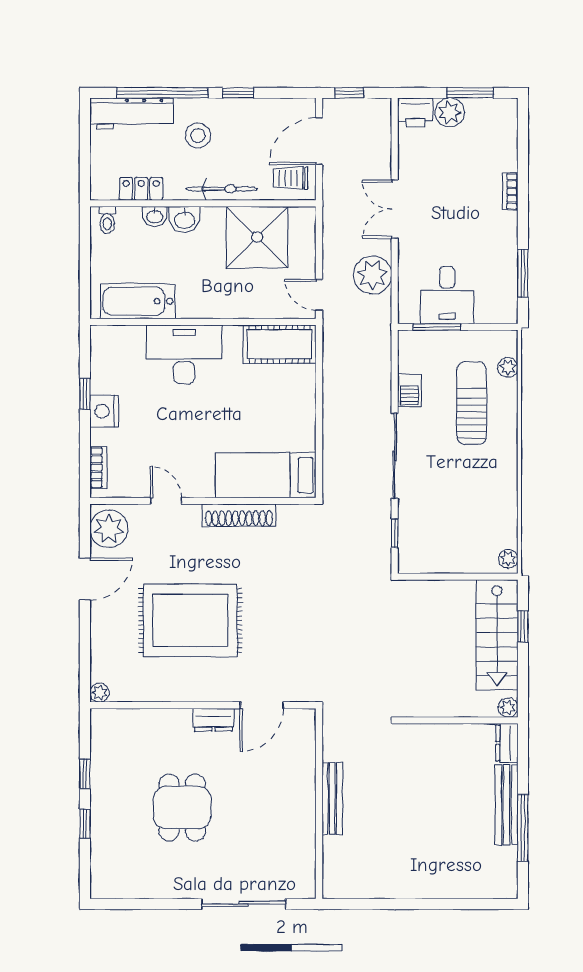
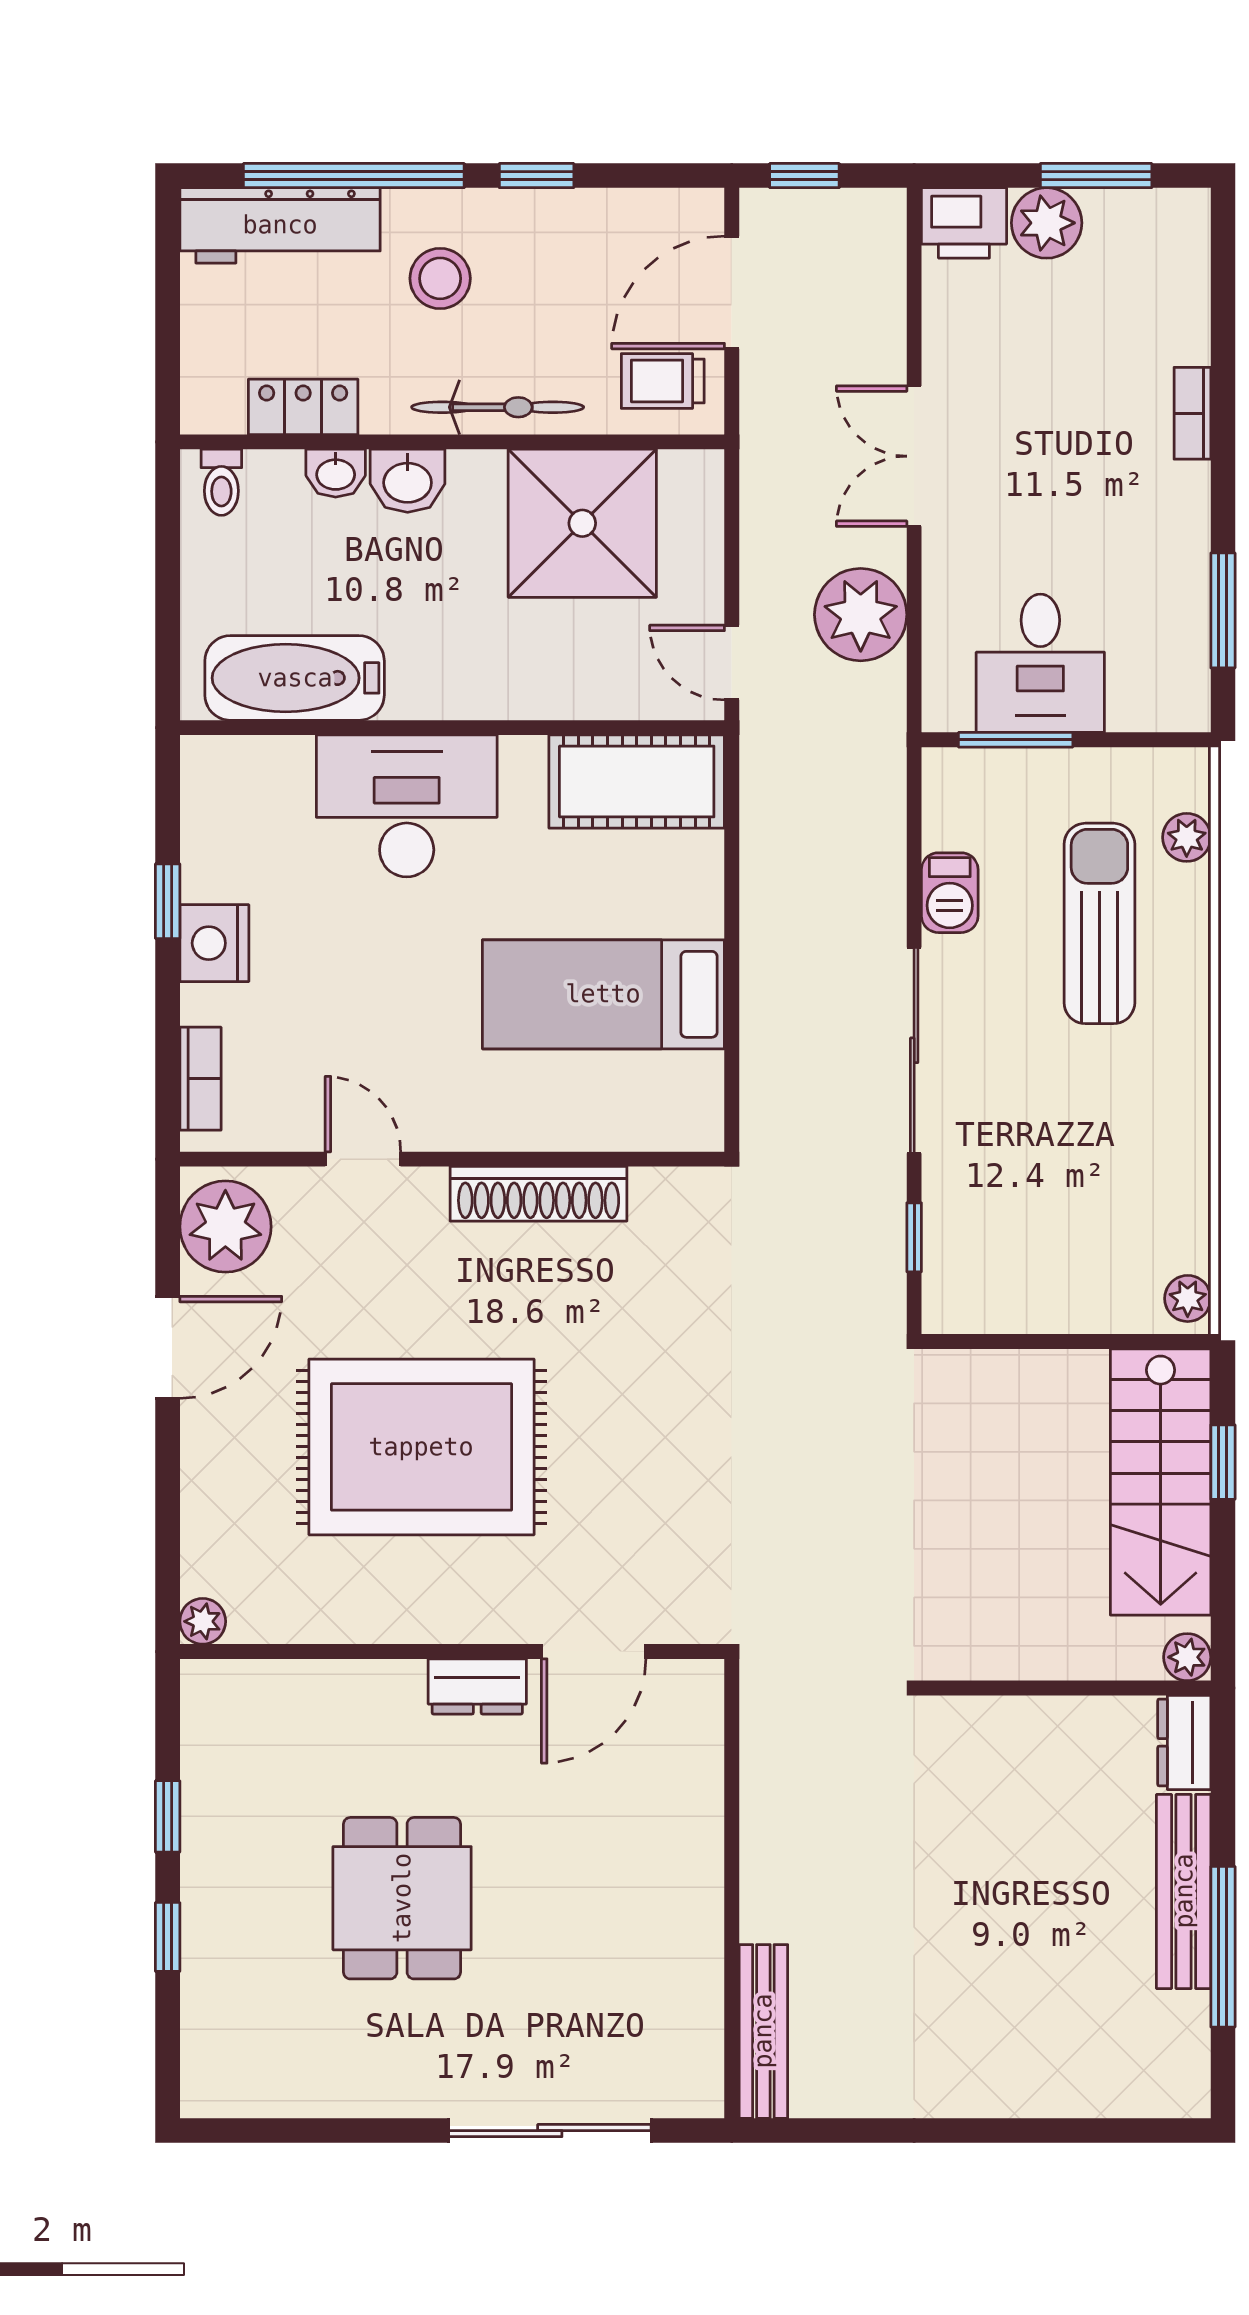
bed: (266, 475) -> (603, 994), moved
bench: (332, 799) -> (763, 2031), moved

